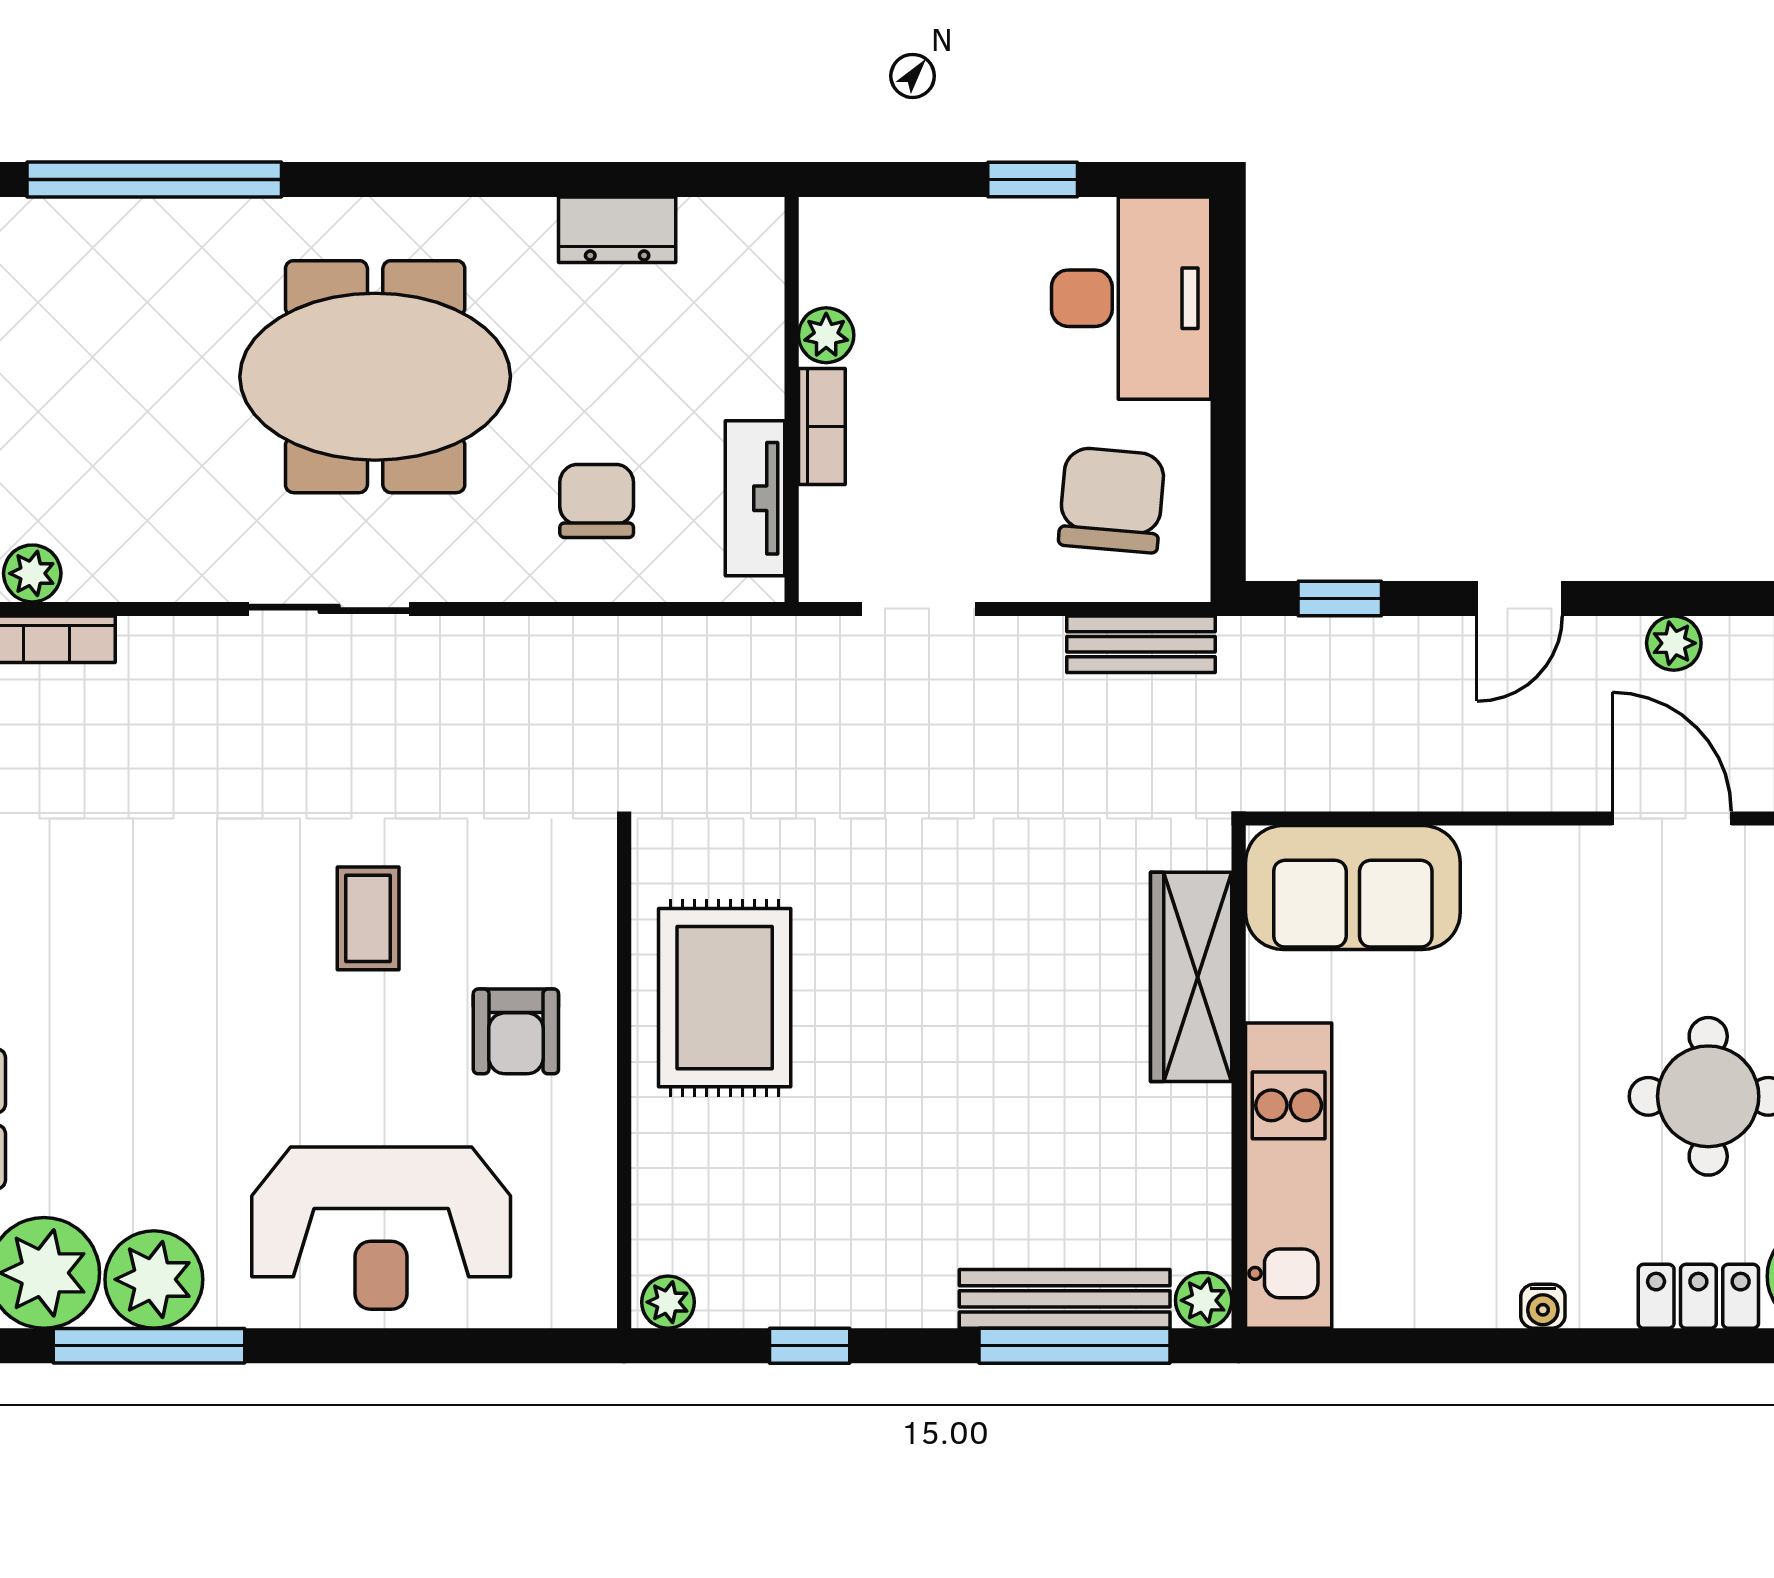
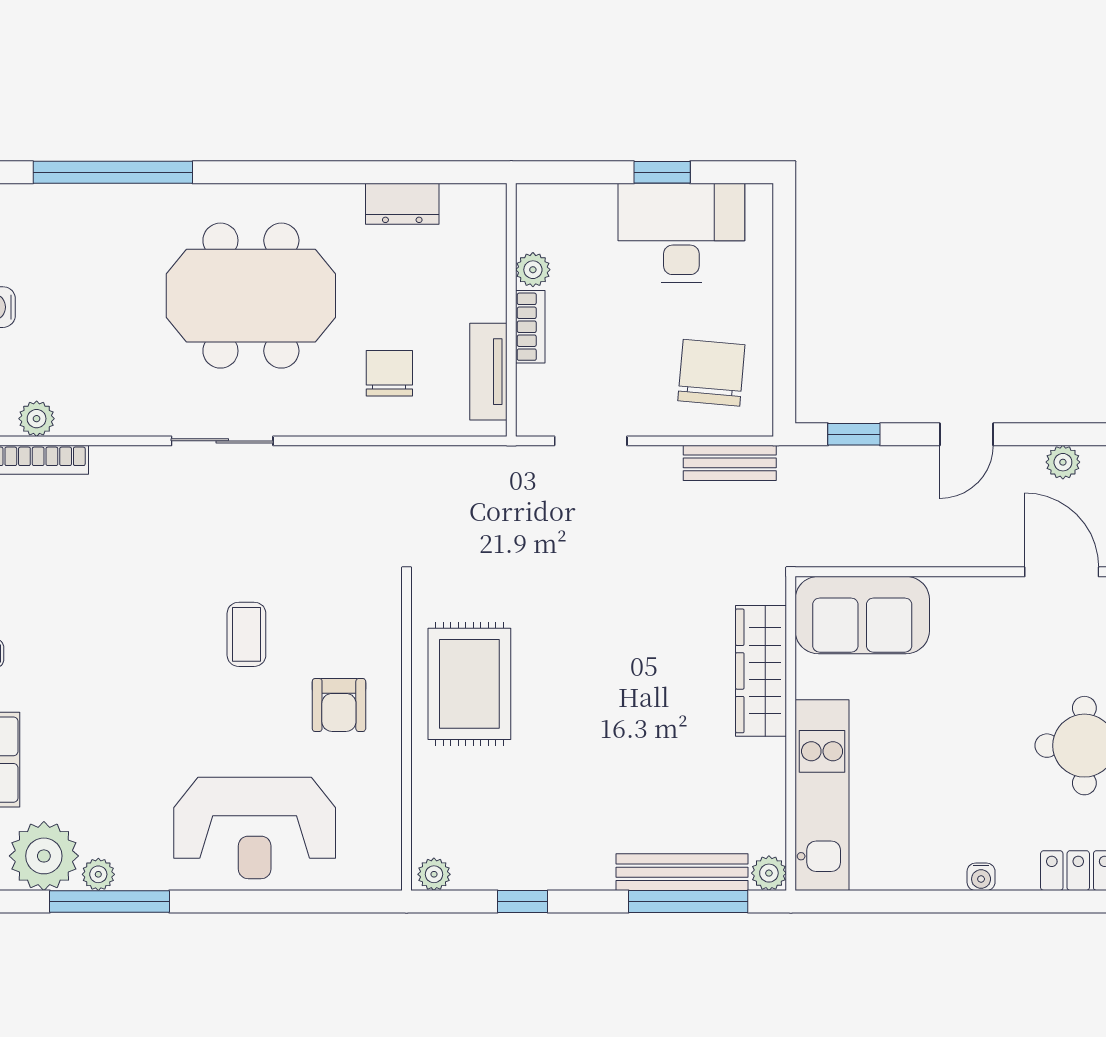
desk: (1131, 298) -> (681, 233), moved, turned -90
plant: (154, 1279) -> (98, 874), width x0.53, depth x0.53

